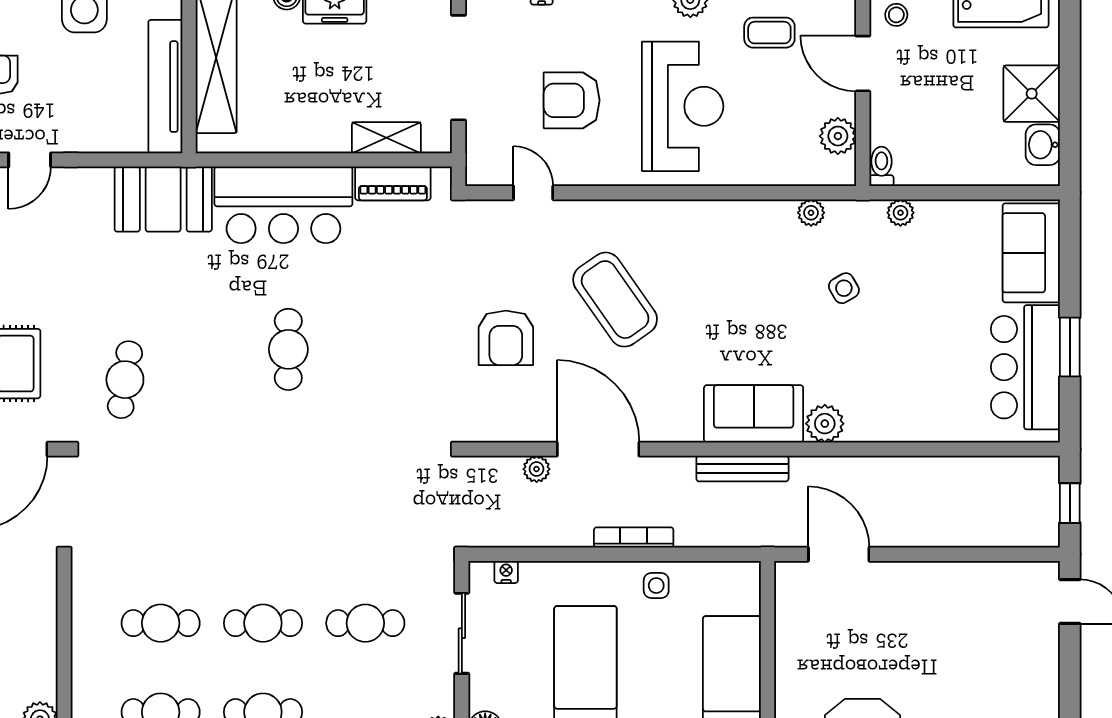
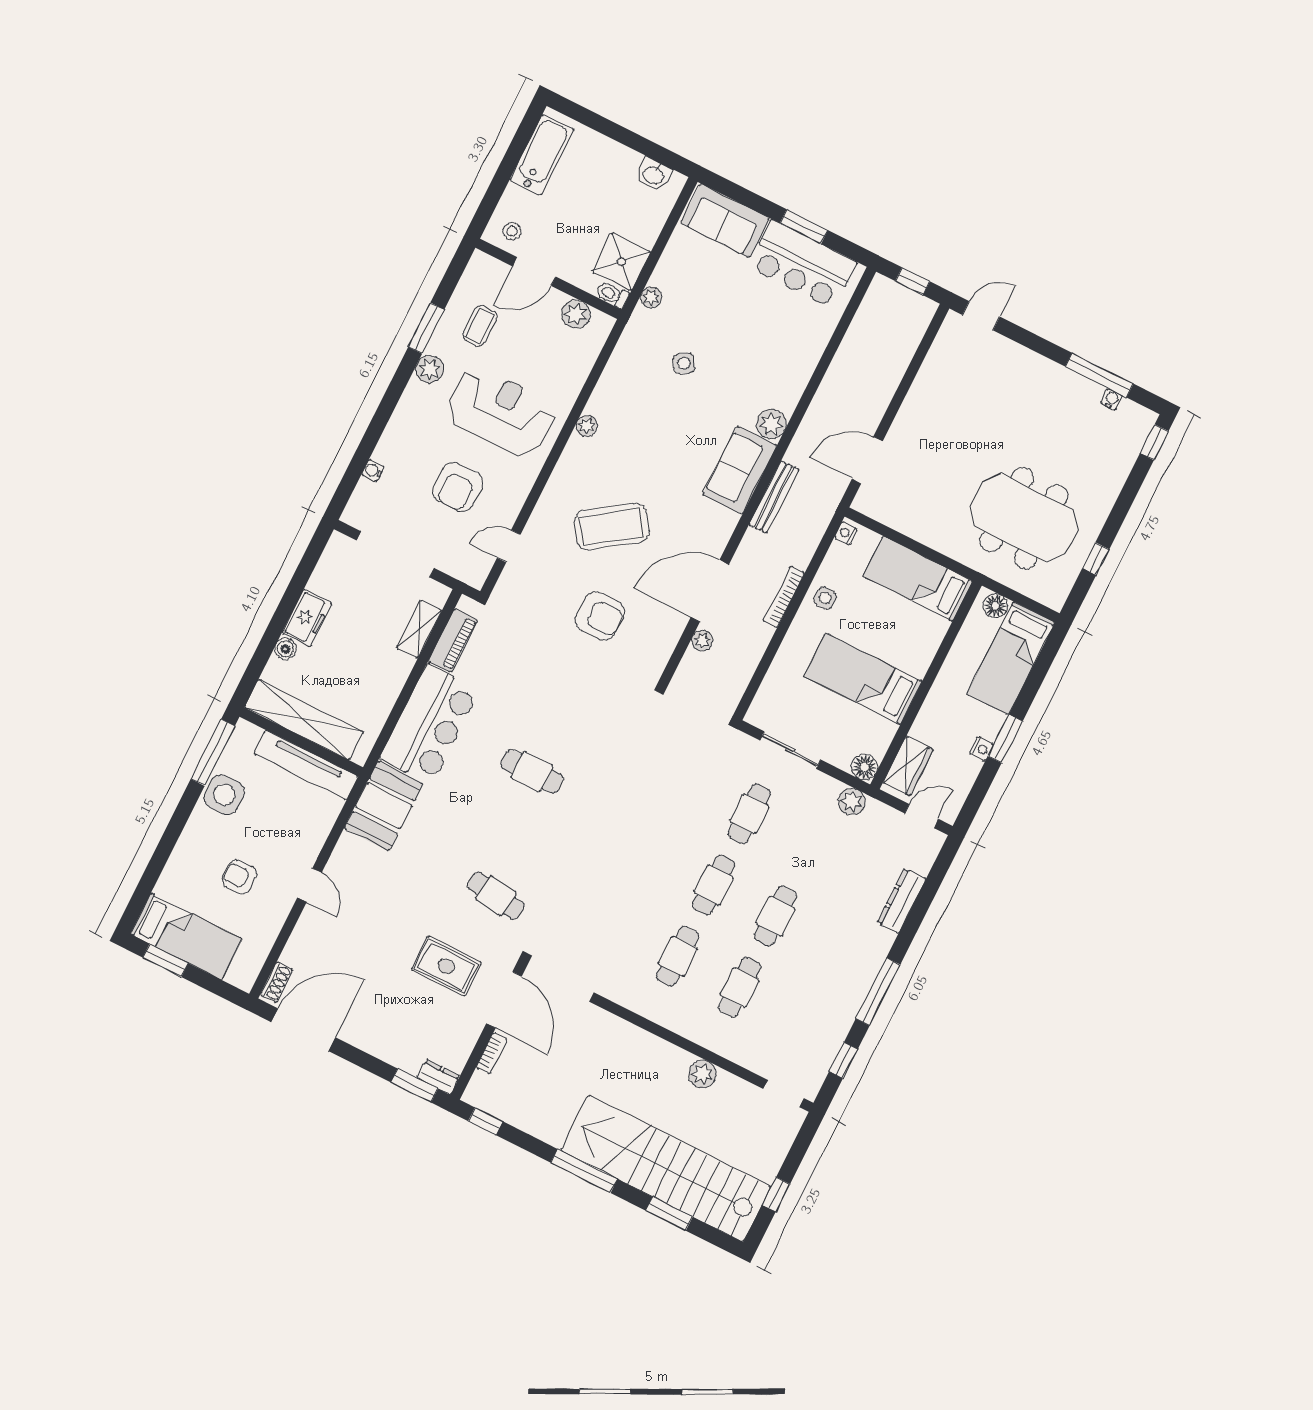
shower: (1032, 94) -> (621, 262), moved
plant: (811, 213) -> (587, 426), moved
nightstand: (506, 572) -> (846, 533), moved

